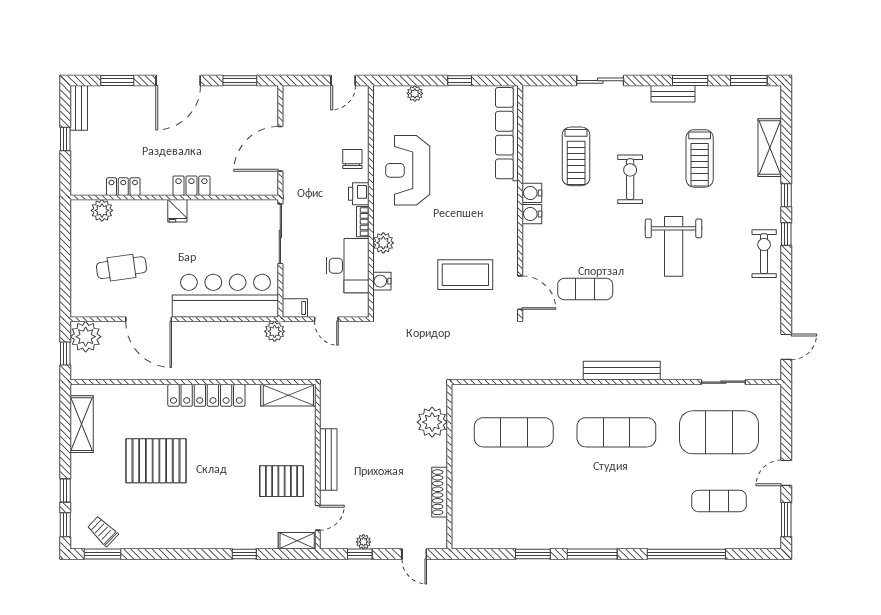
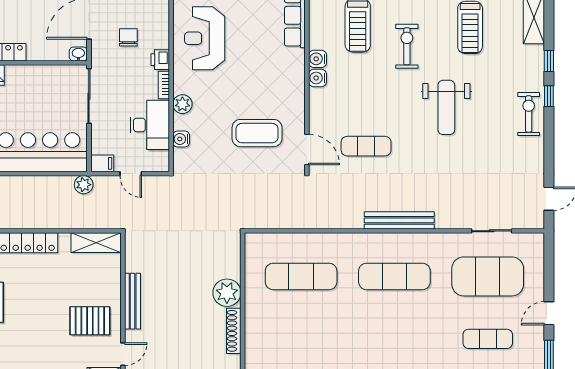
chair: (352, 159) -> (128, 37), moved
washbasin: (269, 188) -> (78, 54), added
plant: (432, 422) -> (227, 293), moved

